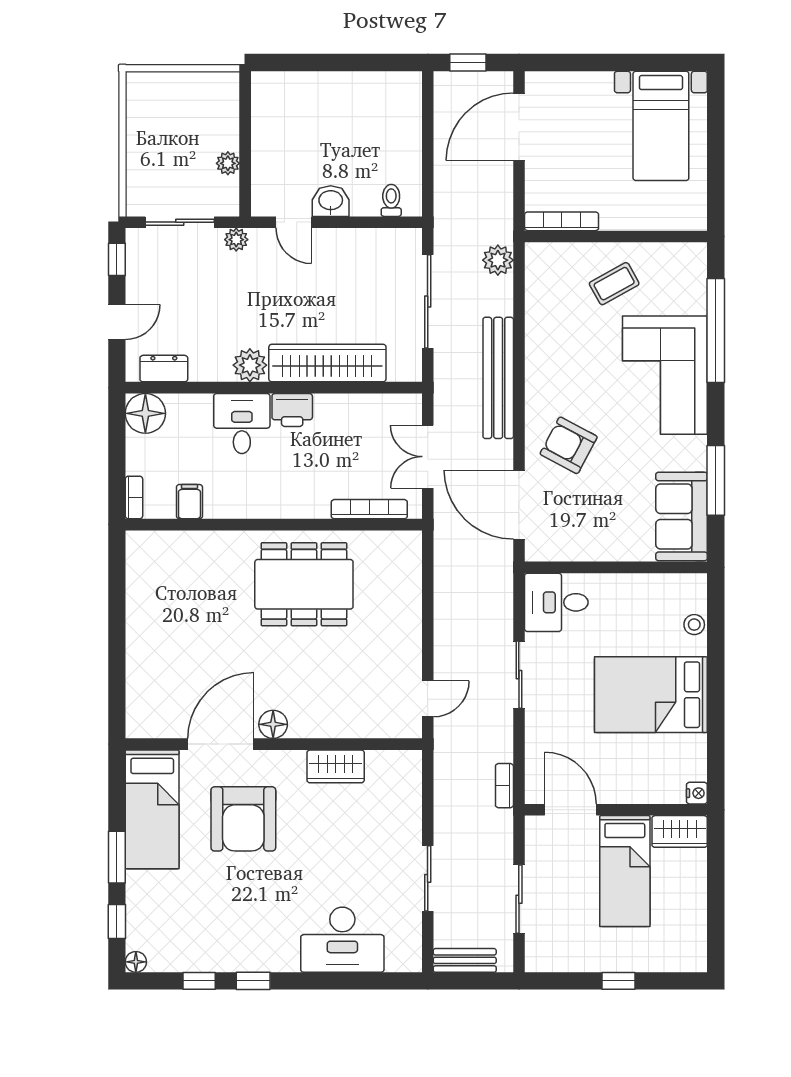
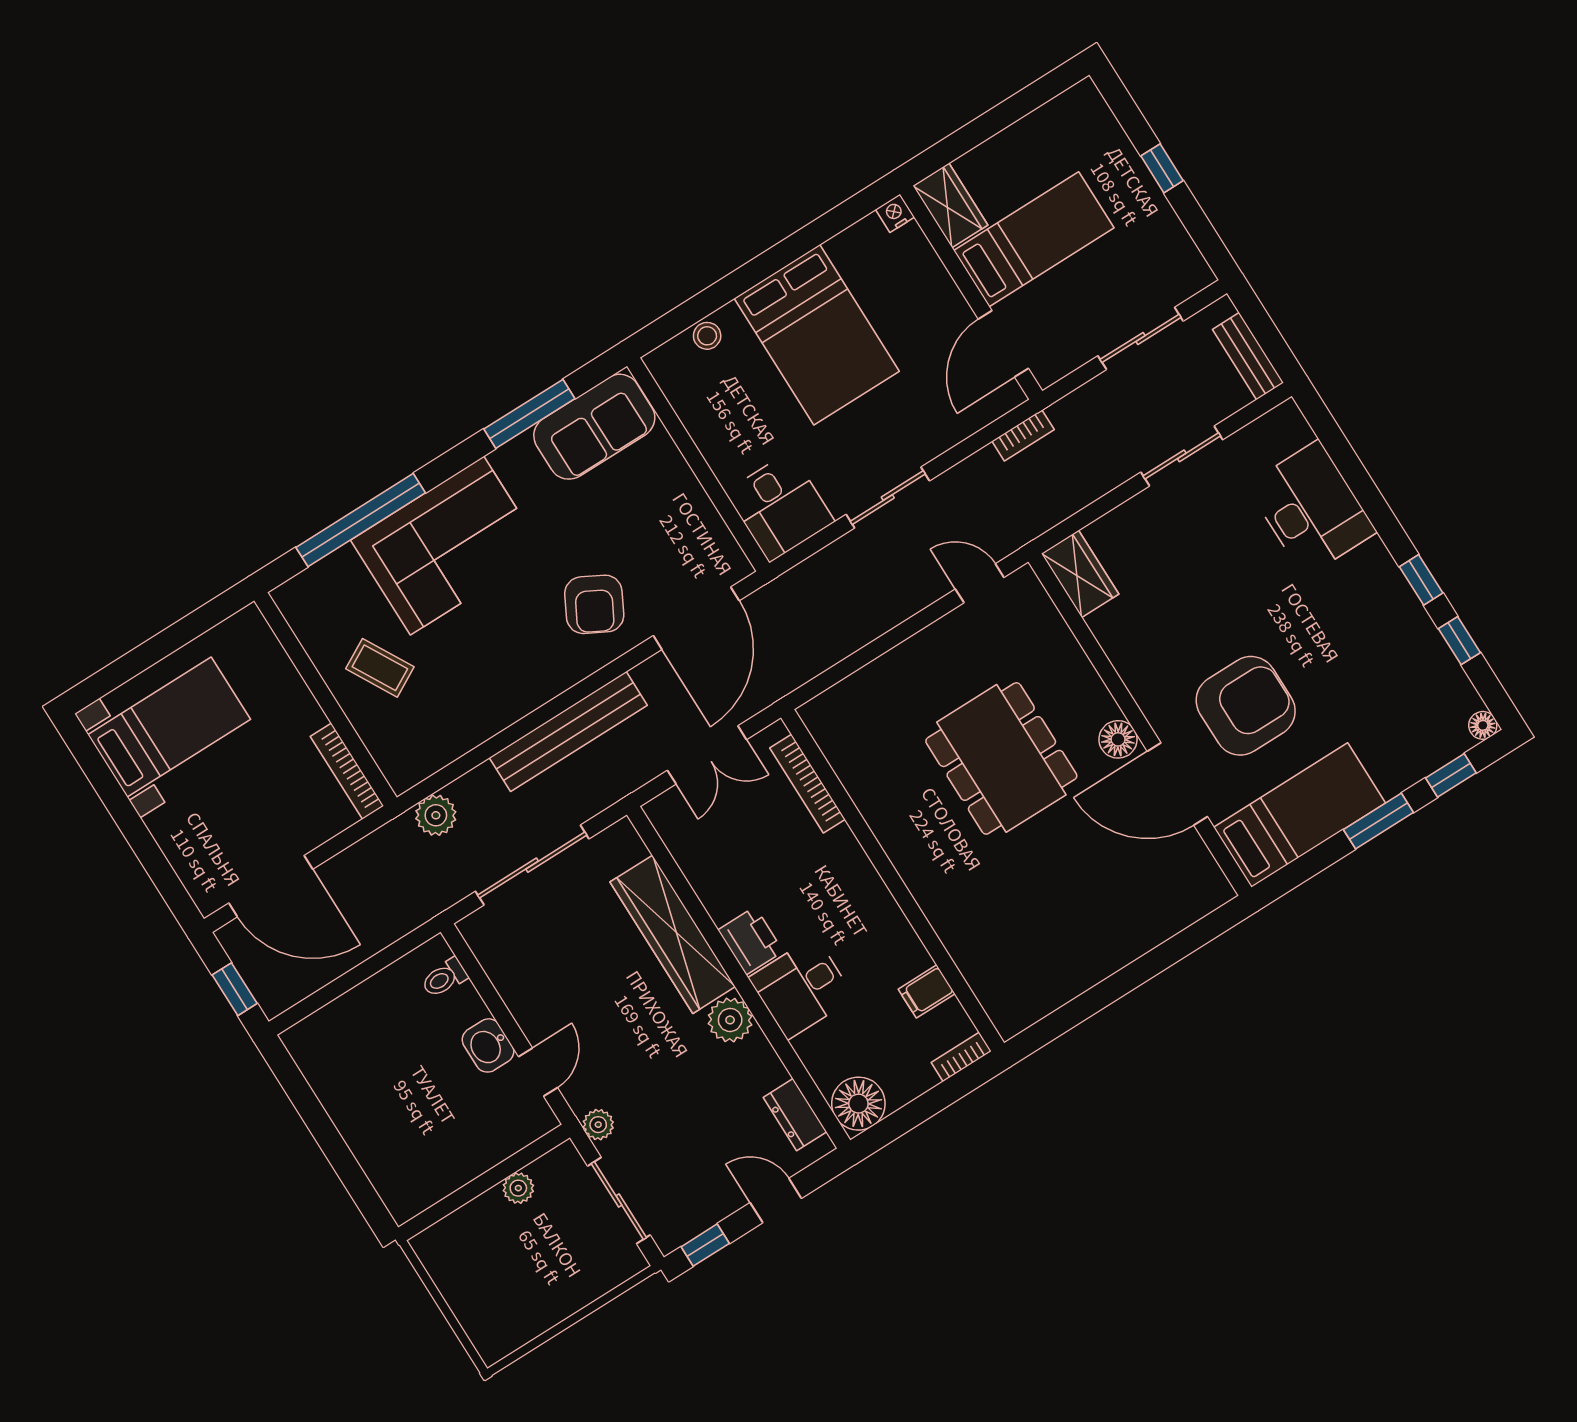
dining table: (304, 584) -> (1001, 758), moved
wardrobe: (336, 766) -> (1080, 574), moved

